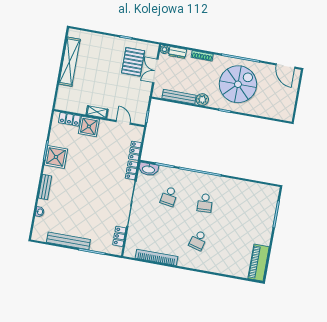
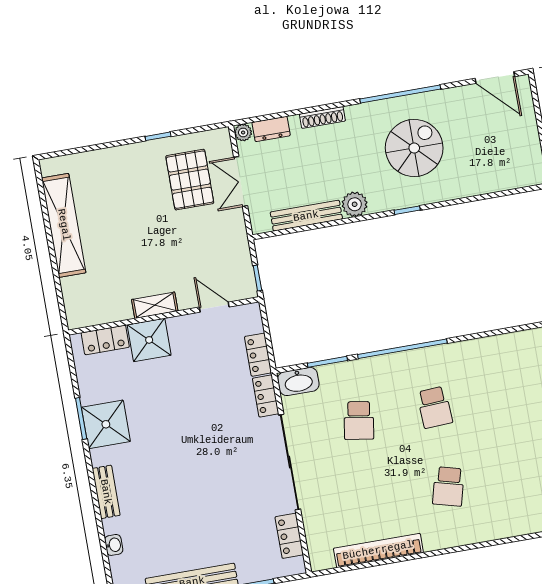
spiral stairs: (238, 84) -> (414, 148), width x0.73, depth x0.73

